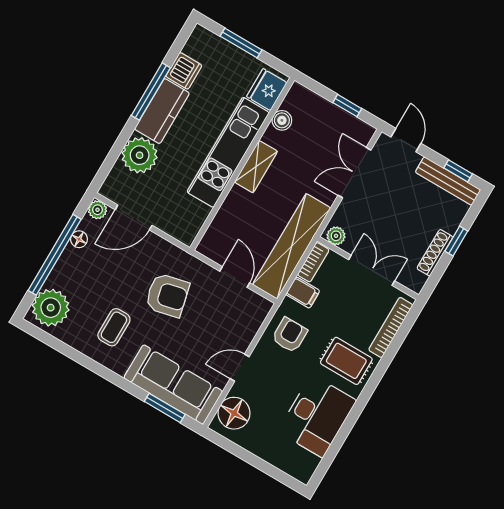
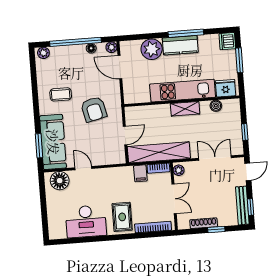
dishwasher: (184, 71) -> (227, 41), moved, turned 90
plant: (51, 308) -> (43, 53), width x0.53, depth x0.53
armchair: (290, 335) -> (116, 181), removed

